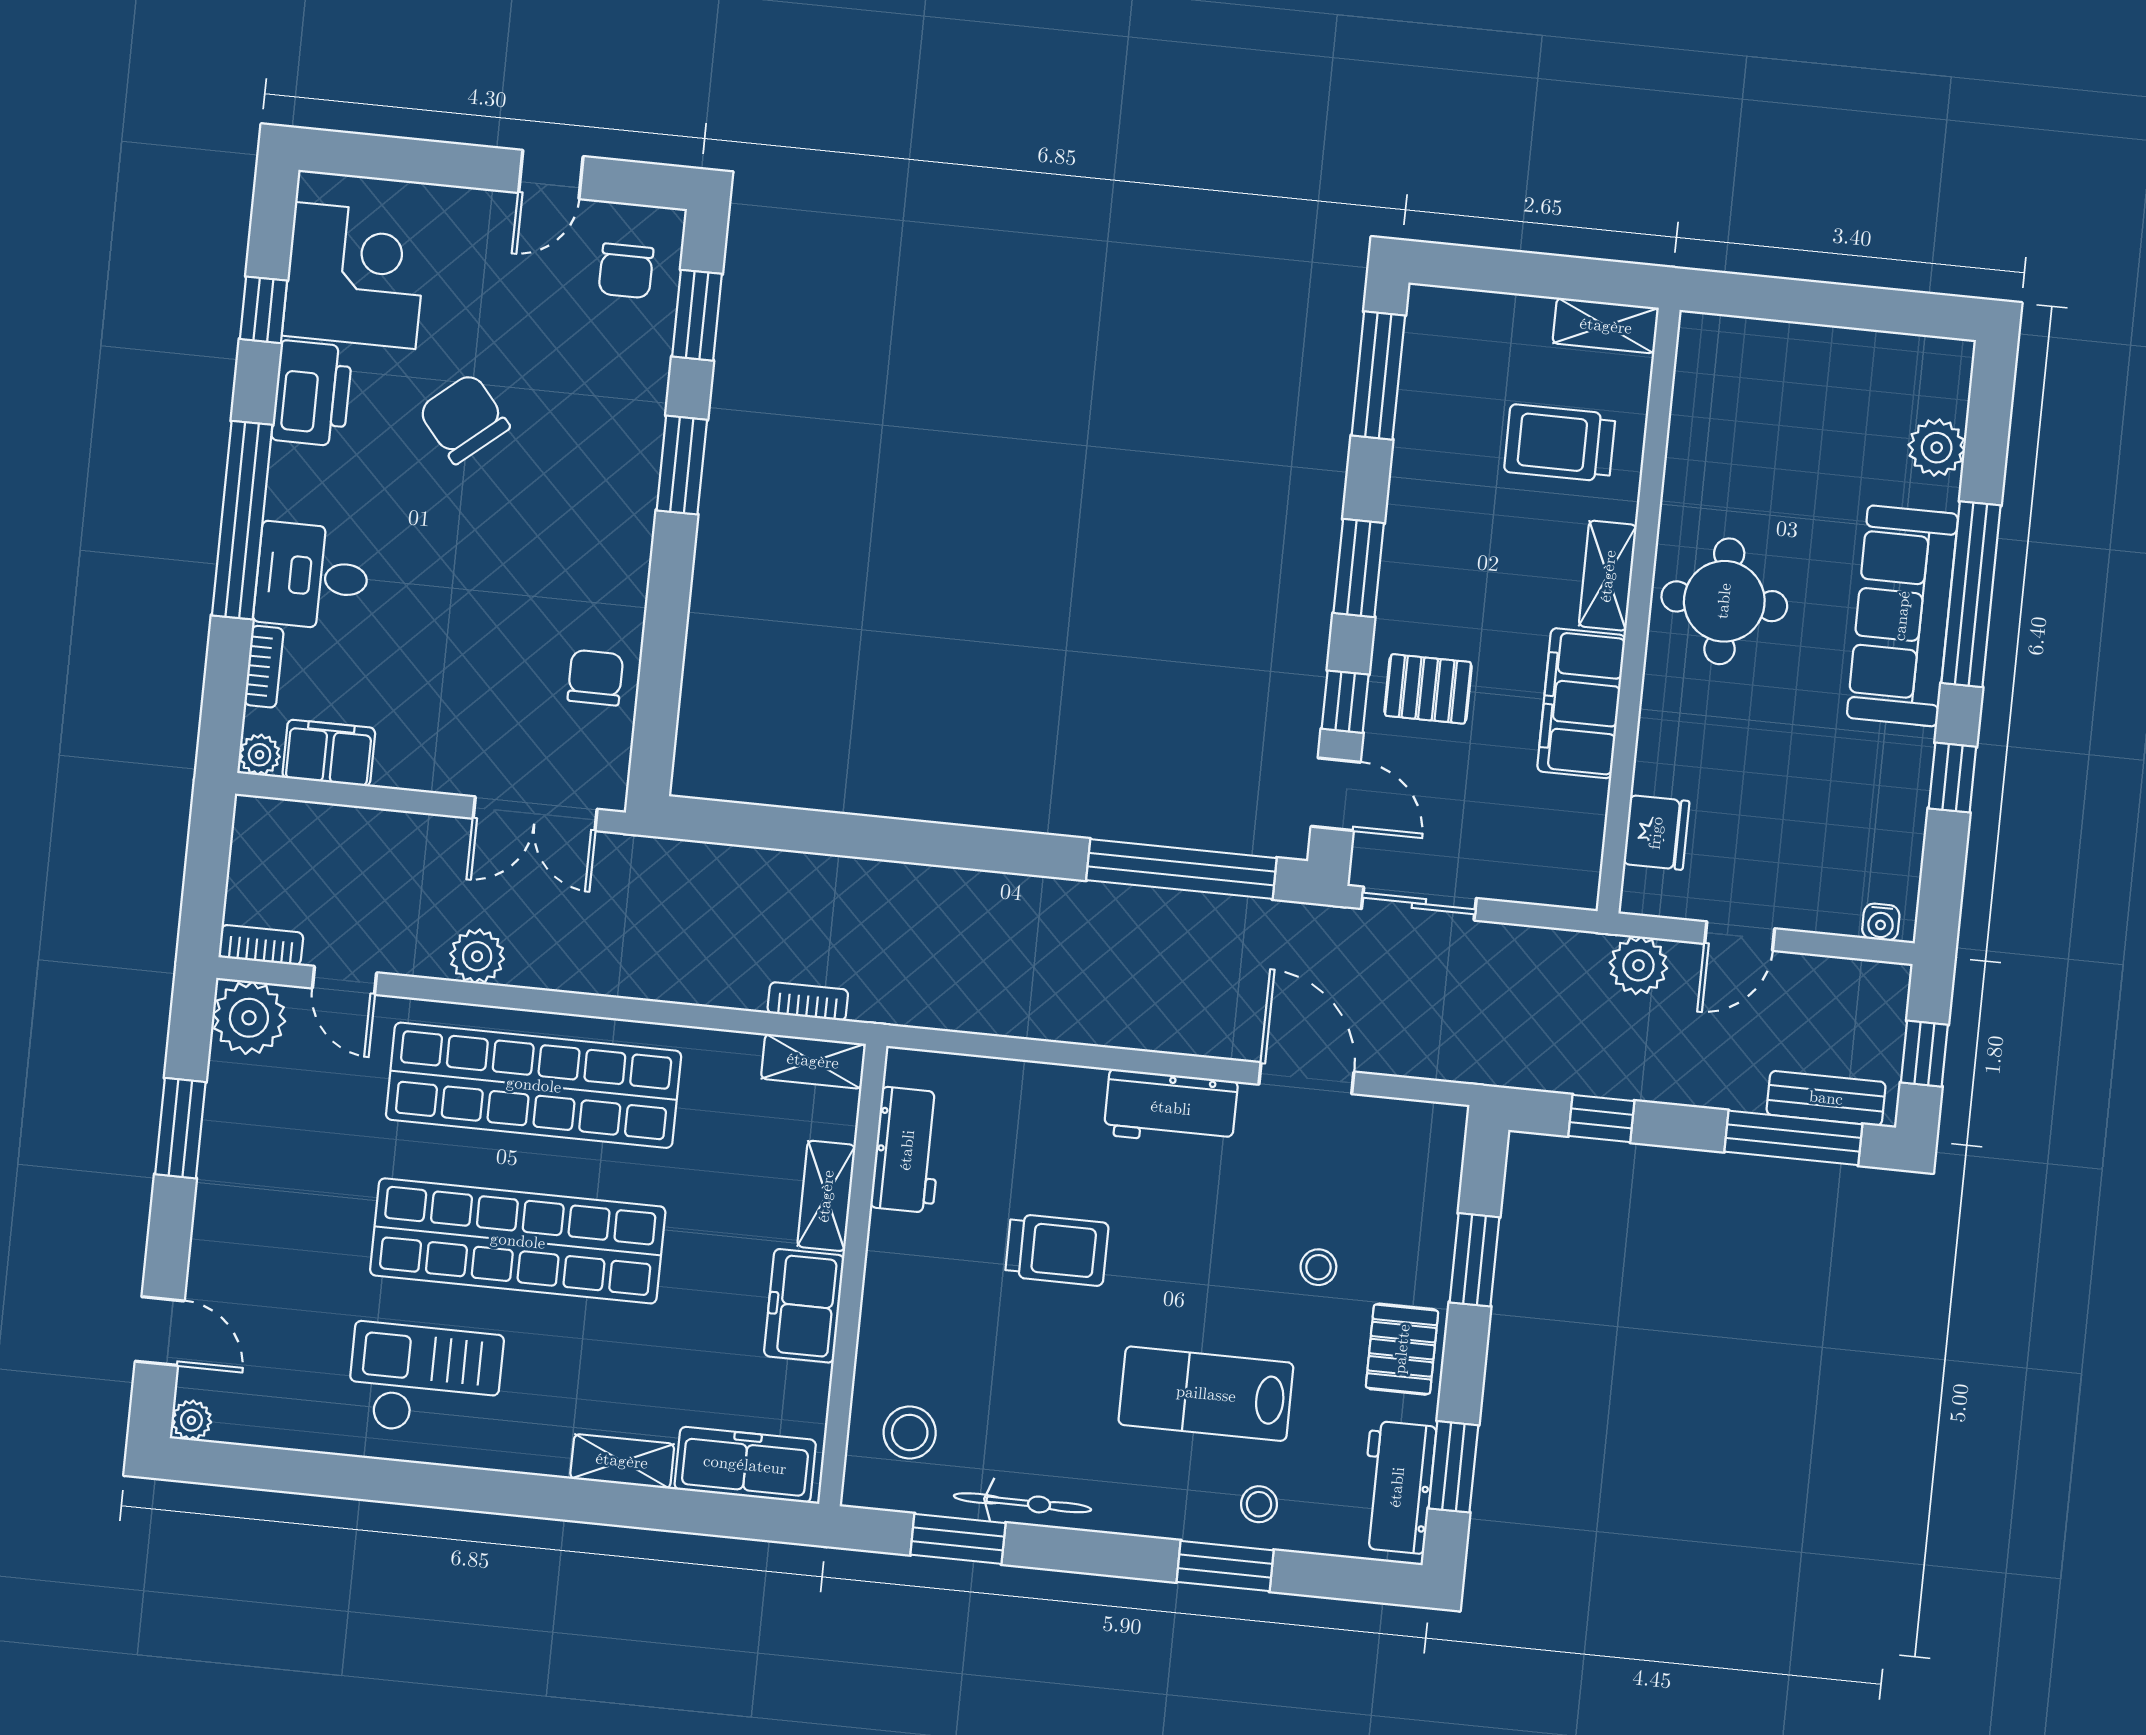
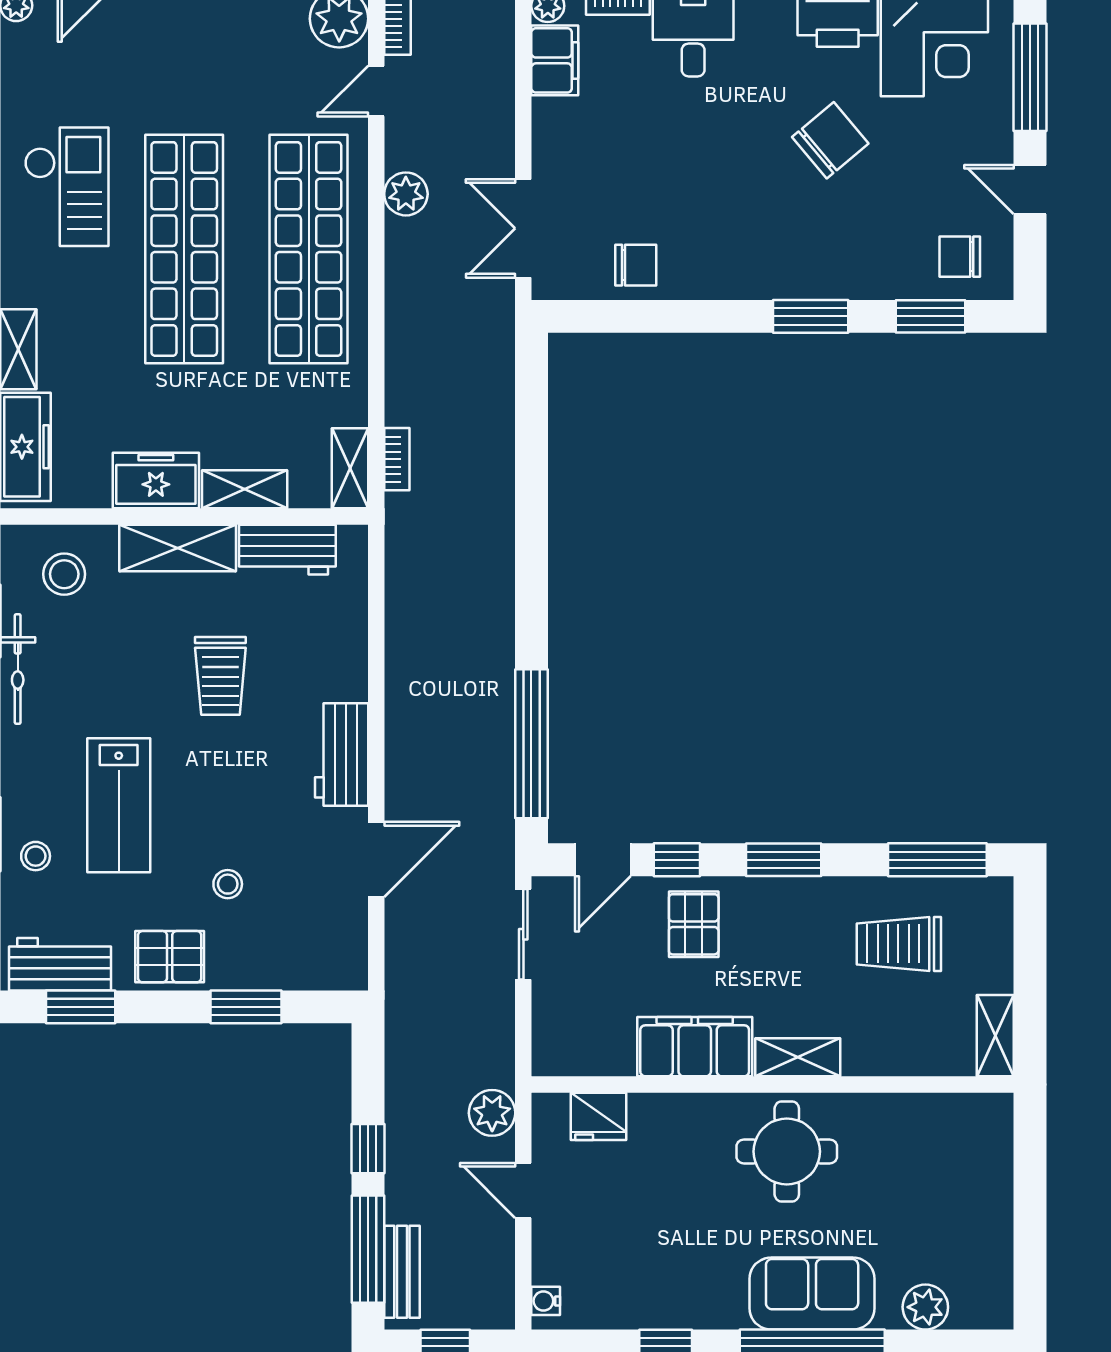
window: (410, 160) -> (1030, 77), added
trolley: (1560, 443) -> (899, 944), moved, turned -90
sofa: (1902, 616) -> (812, 1294), width x0.73
window: (1601, 1118) -> (368, 1149), moved
shelving: (891, 1287) -> (178, 548), added
lab bench: (1206, 1394) -> (119, 805), turned 180

